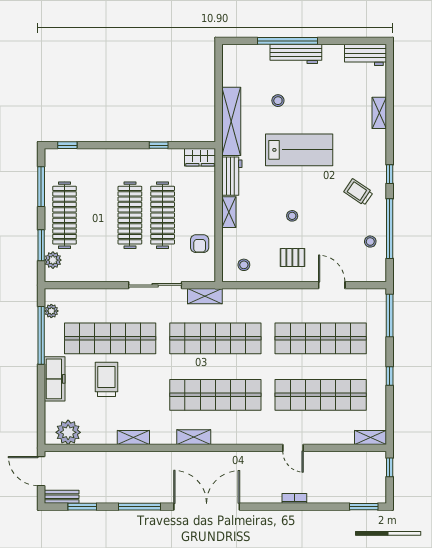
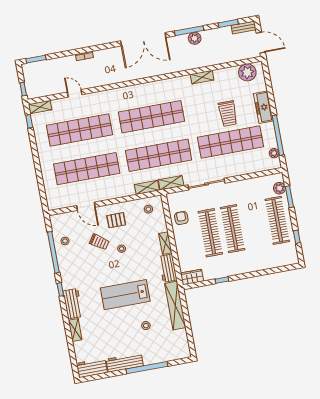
workbench: (296, 54) -> (125, 363), moved
window: (67, 145) -> (284, 269), removed
workbench: (376, 151) -> (73, 304), added
window: (41, 187) -> (297, 237), width x0.46
trolley: (358, 192) -> (99, 242), moved
window: (390, 316) -> (42, 193), removed
window: (390, 376) -> (29, 121), moved
shelving: (194, 437) -> (147, 187), moved
door: (293, 448) -> (75, 93), moved
plant: (134, 494) -> (195, 38), added

